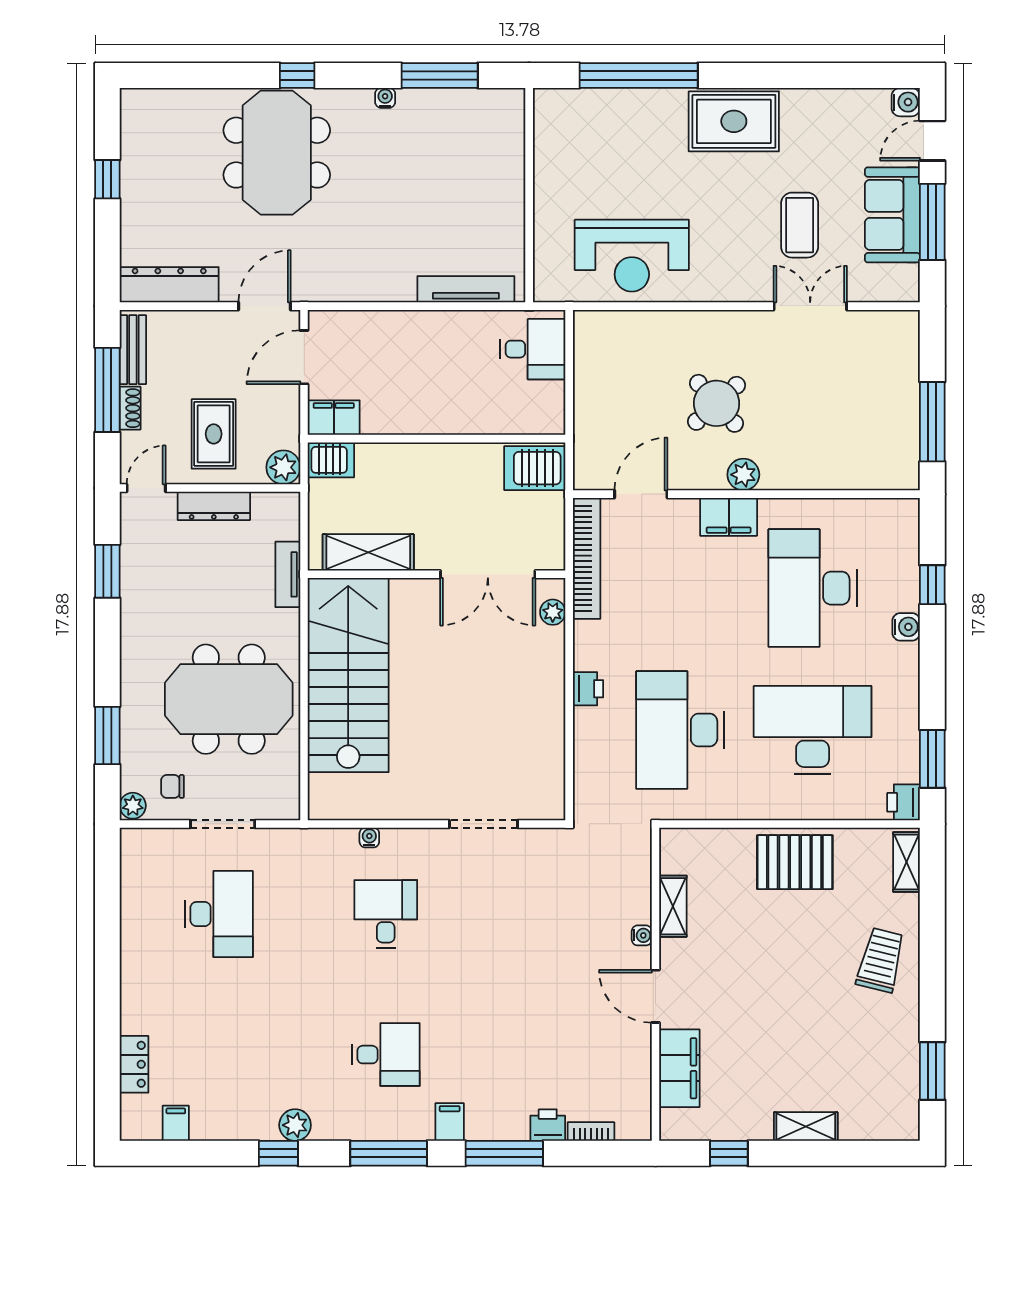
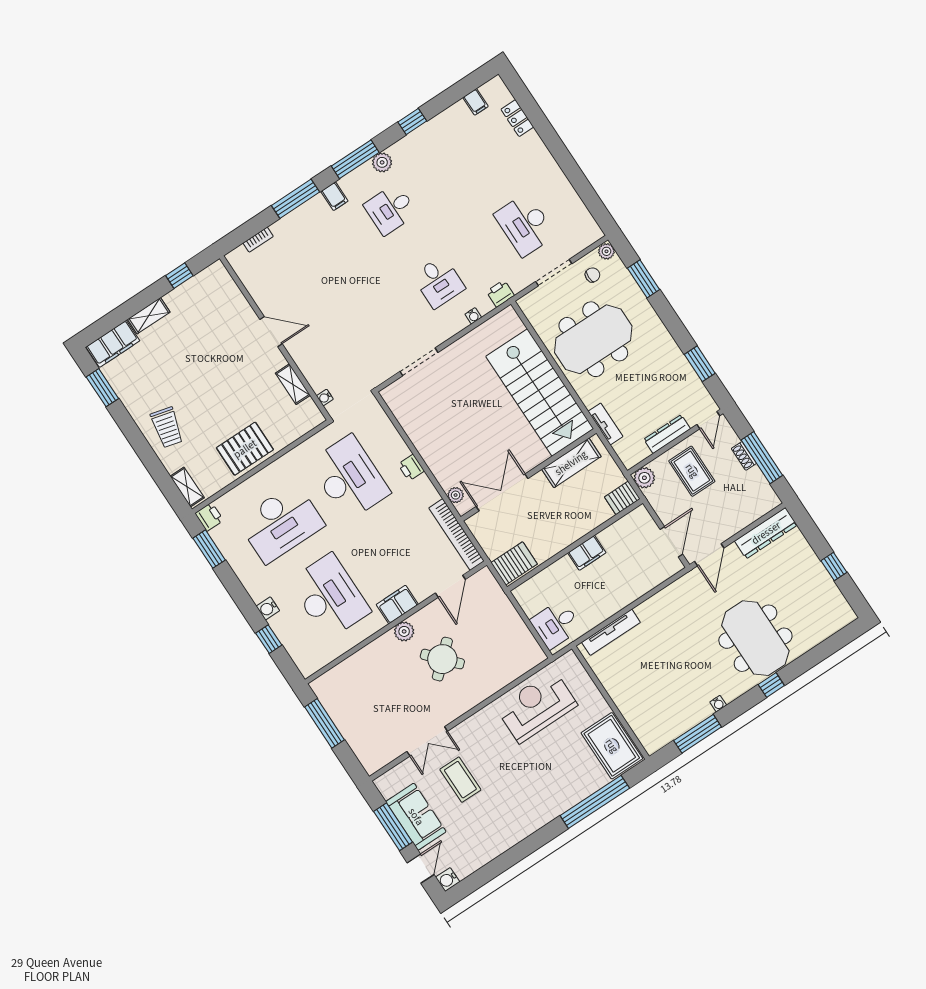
rug: (734, 121) -> (612, 746), moved, turned 90
bench: (133, 350) -> (762, 487), removed
filing cabinet: (334, 418) -> (587, 553), moved
water cooler: (642, 935) -> (325, 397), moved
filing cabinet: (679, 1068) -> (113, 344), moved, turned -90
plant: (295, 1125) -> (382, 162), moved
printer: (548, 1125) -> (500, 293), moved, turned 180

